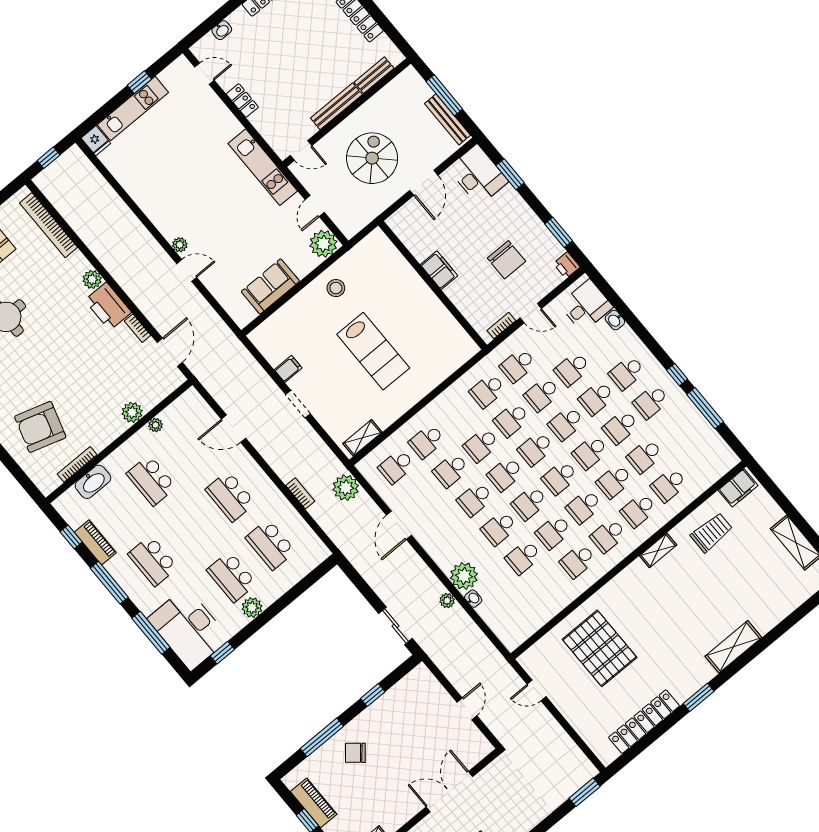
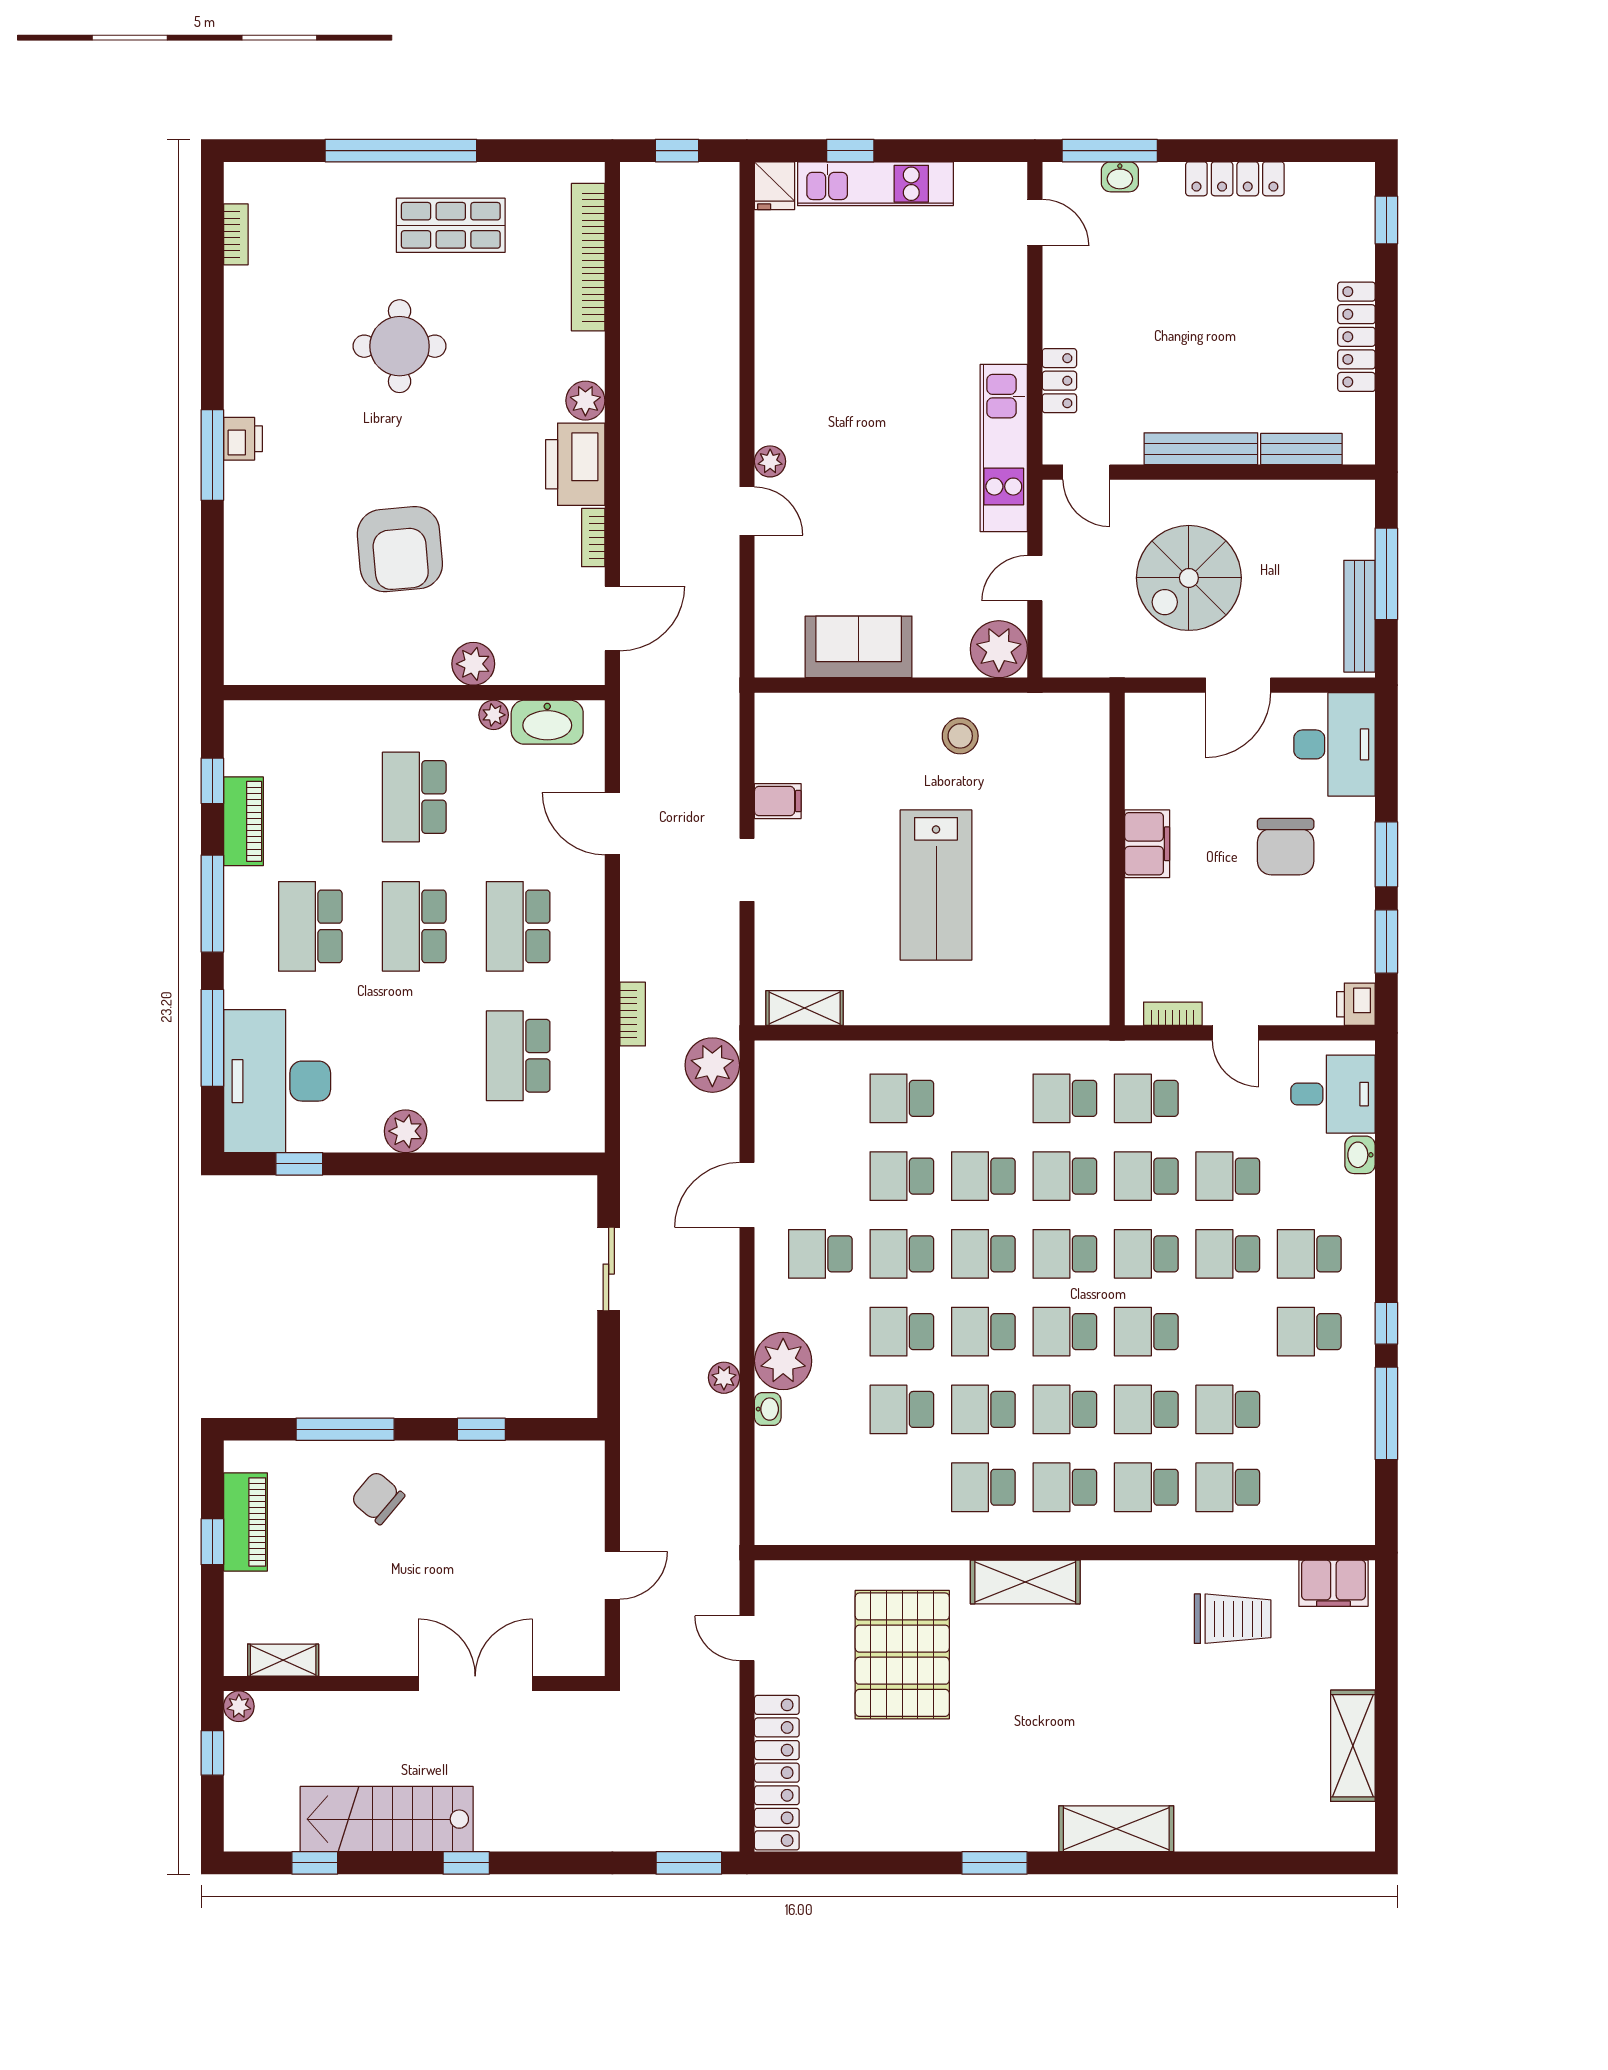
window: (210, 23) -> (1110, 151), added
window: (139, 82) -> (850, 151), moved
locker: (242, 100) -> (1059, 381), moved
spiral stairs: (372, 158) -> (1189, 578), turned 180
window: (510, 174) -> (1386, 854), moved
chair: (507, 260) -> (1286, 847), moved
armchair: (40, 427) -> (400, 549), moved, turned -112
school desk: (621, 427) -> (1228, 1332), removed
bookcase: (77, 464) -> (318, 674), removed
school desk: (396, 467) -> (820, 1254), moved
washbasin: (93, 482) -> (547, 722), moved
shelving: (658, 550) -> (1025, 1582), moved, width x1.50, depth x1.33
school desk: (232, 577) -> (414, 926), moved
sliding door: (396, 626) -> (609, 1269), moved
locker: (644, 722) -> (777, 1773), moved, turned 90

